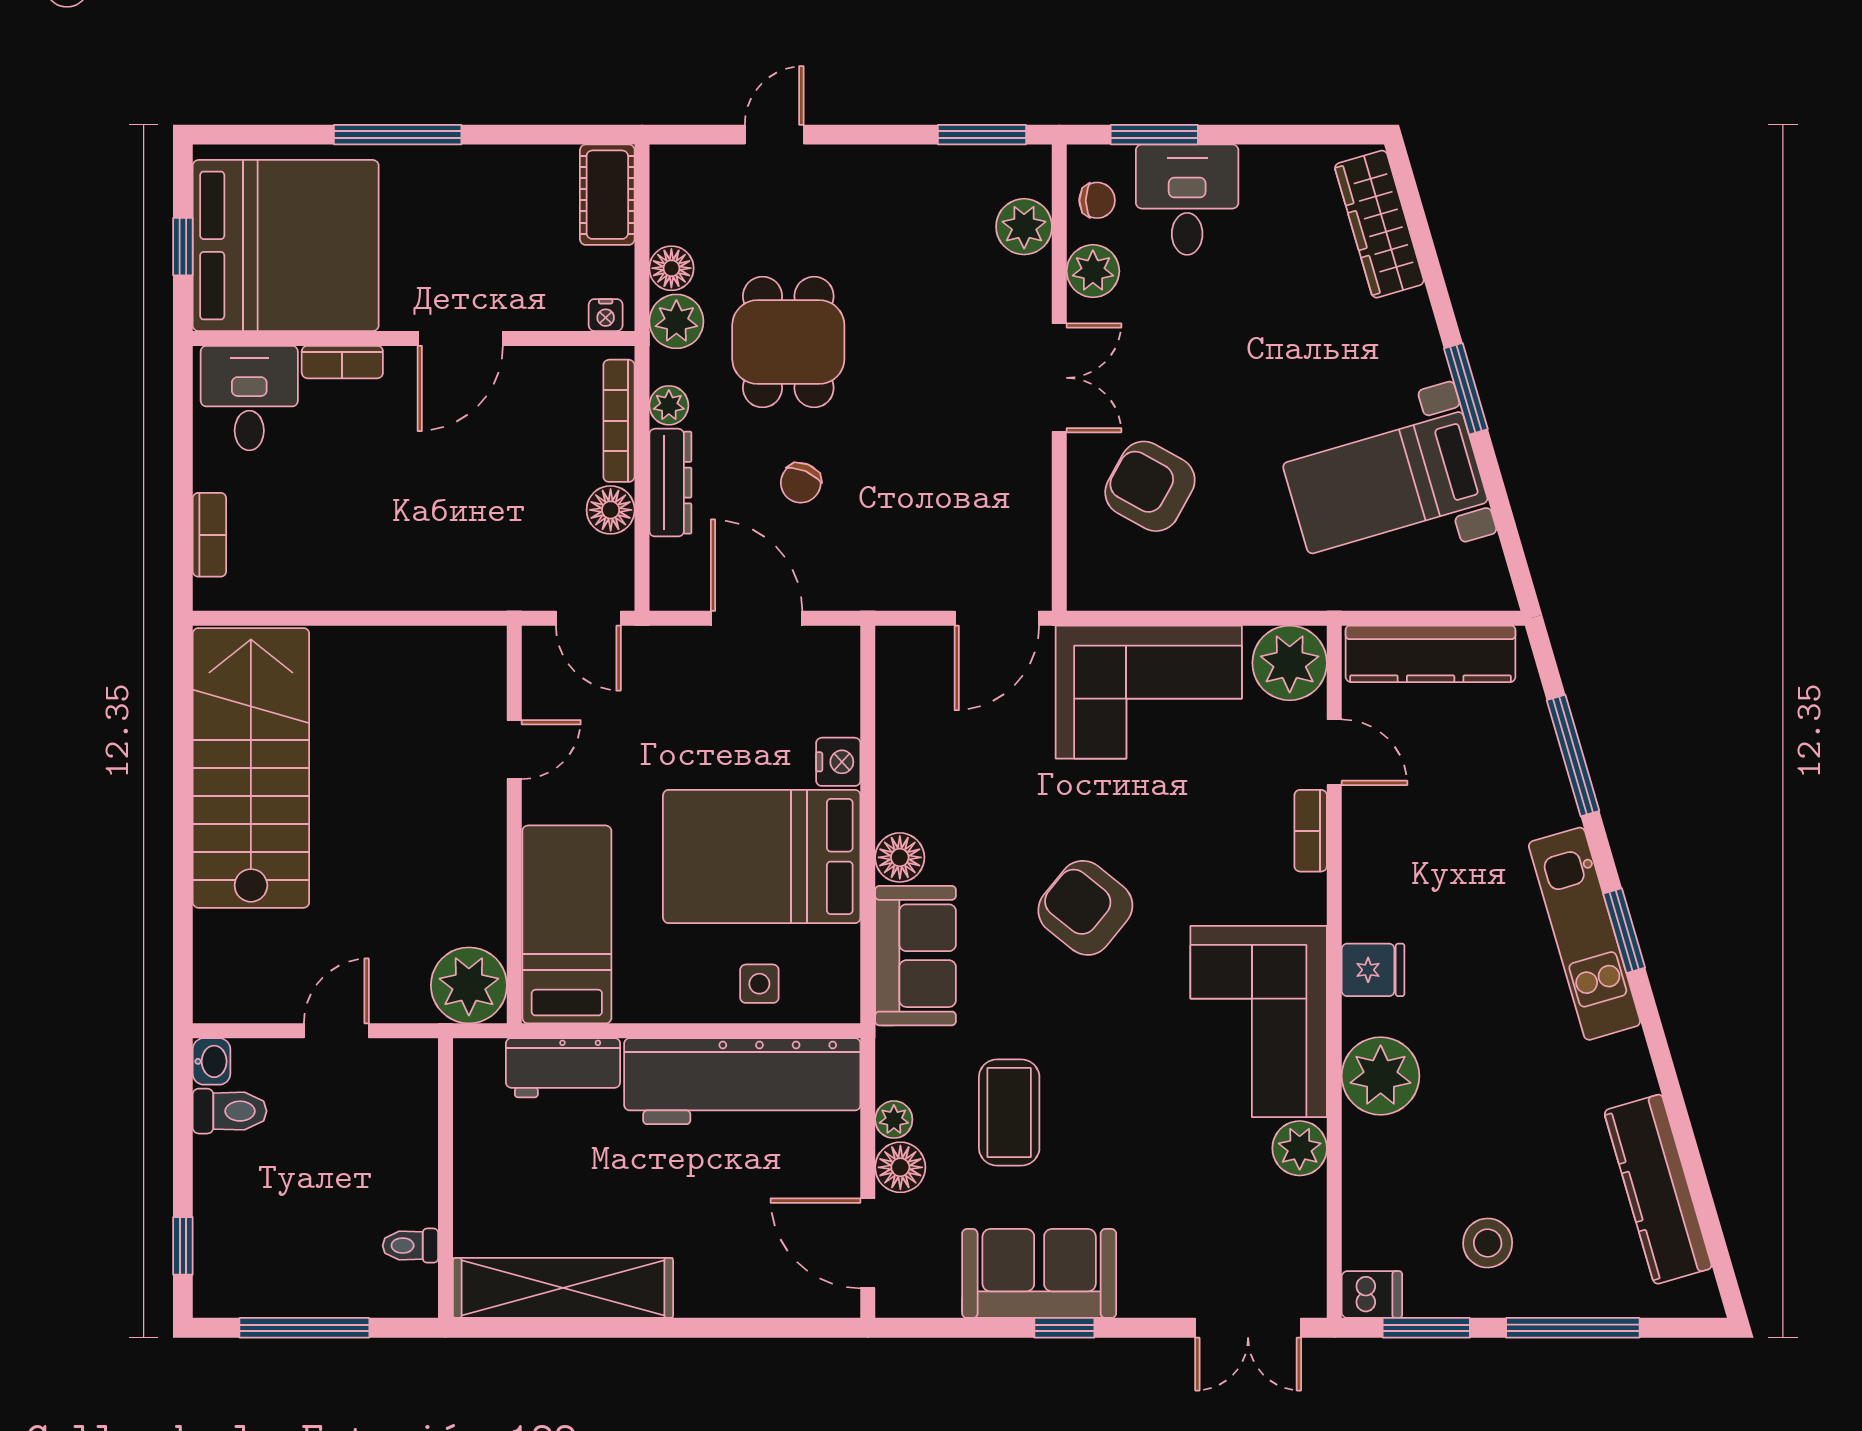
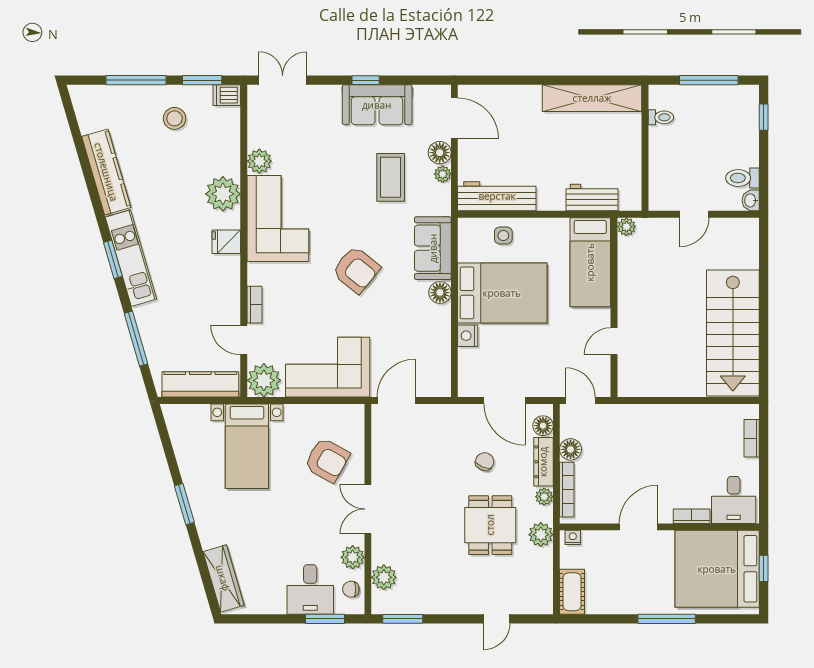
floor lamp: (671, 268) -> (543, 426), moved
bed with nightstands: (1385, 483) -> (247, 446), moved, turned 106
plant: (469, 985) -> (626, 227), width x0.53, depth x0.53
workbench: (742, 1081) -> (497, 196), width x0.73, depth x0.76
kitchen counter: (1658, 1189) -> (106, 172), moved

